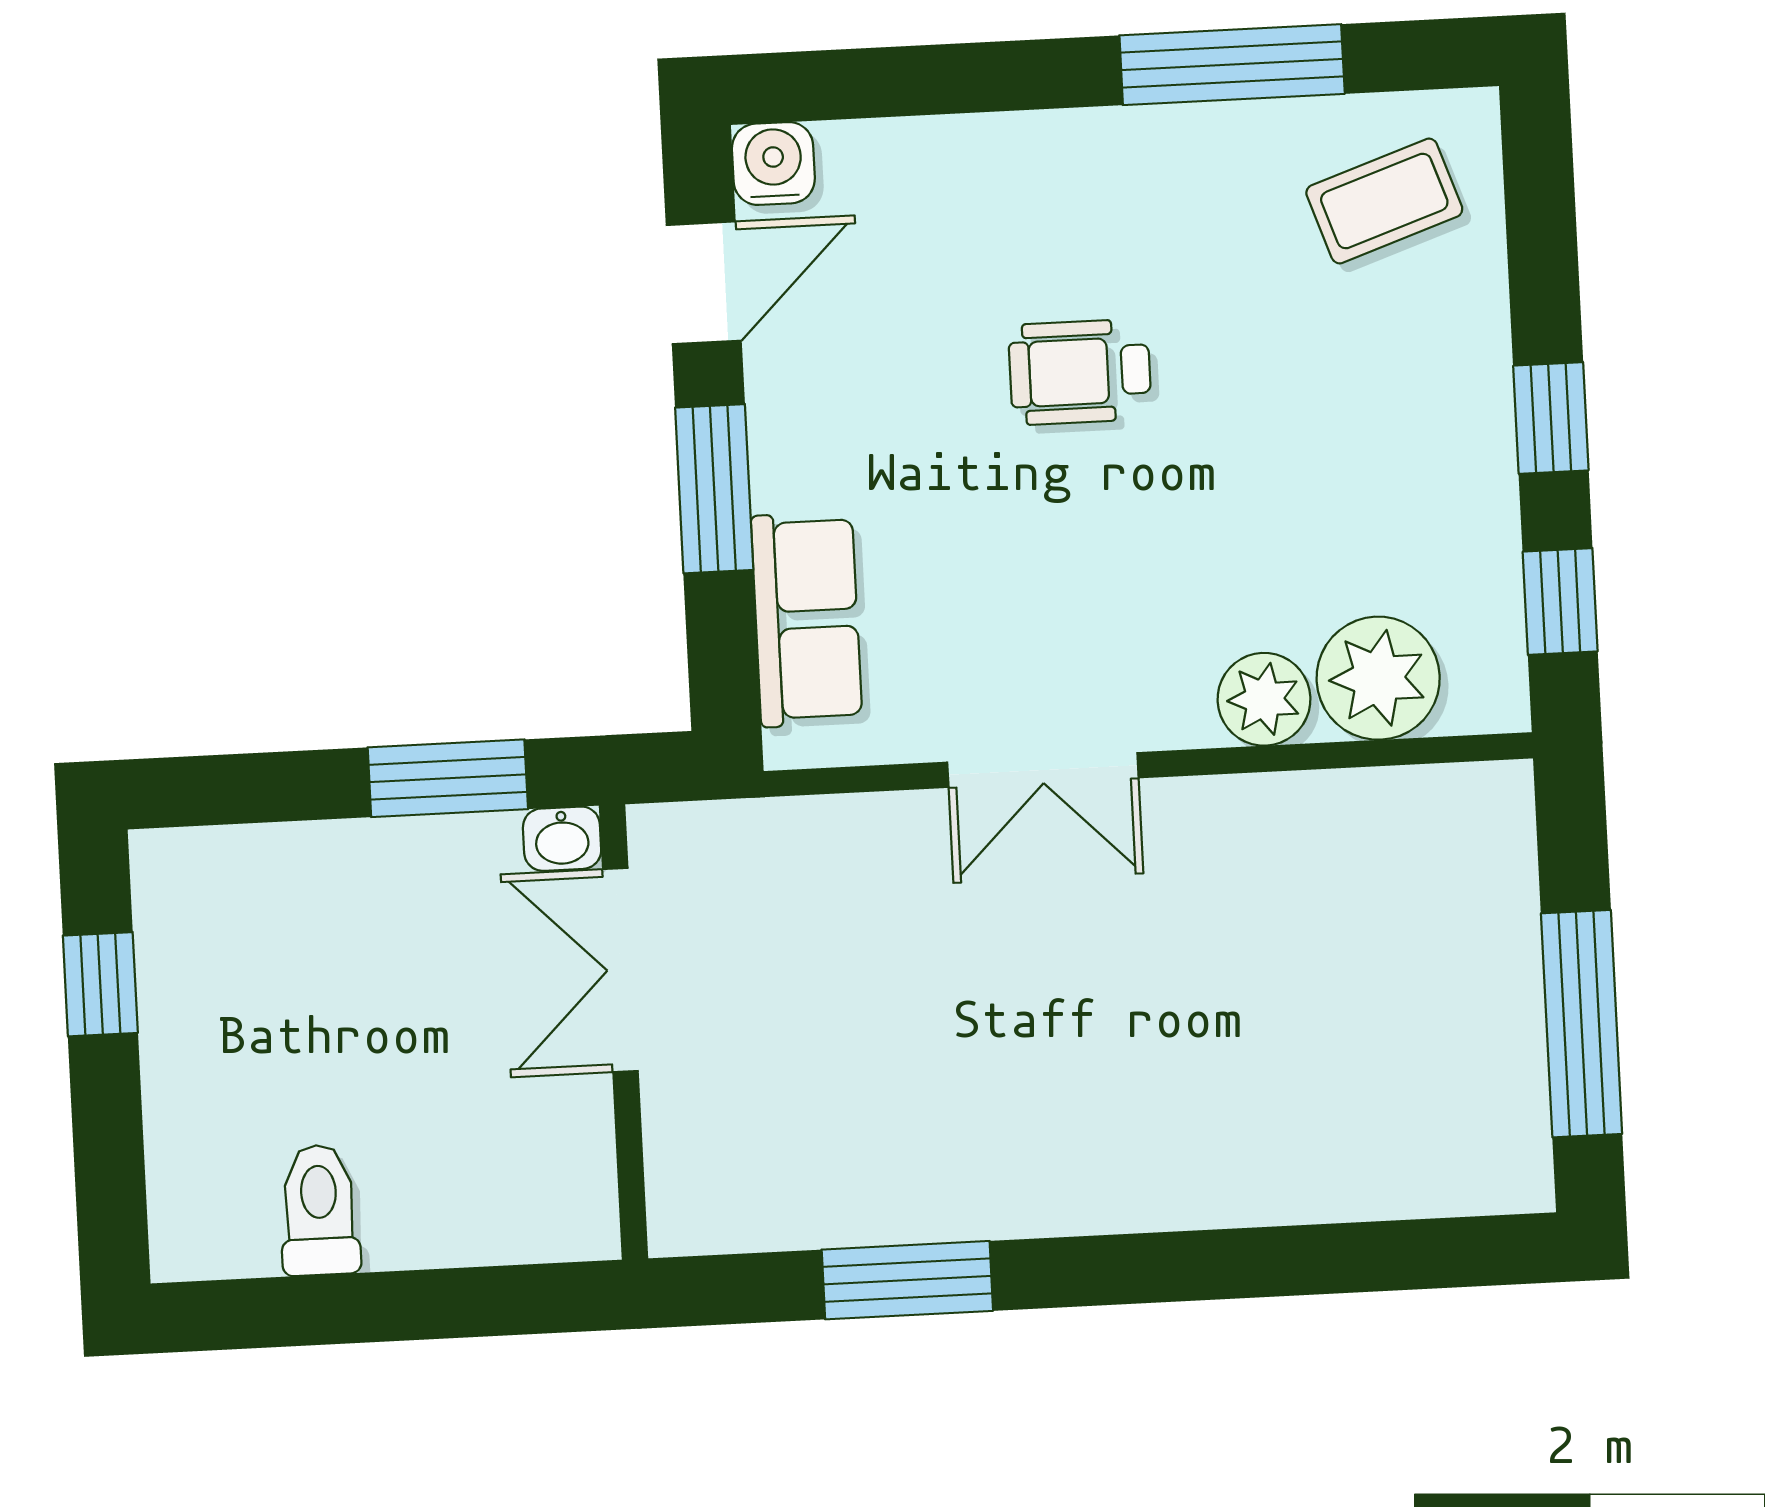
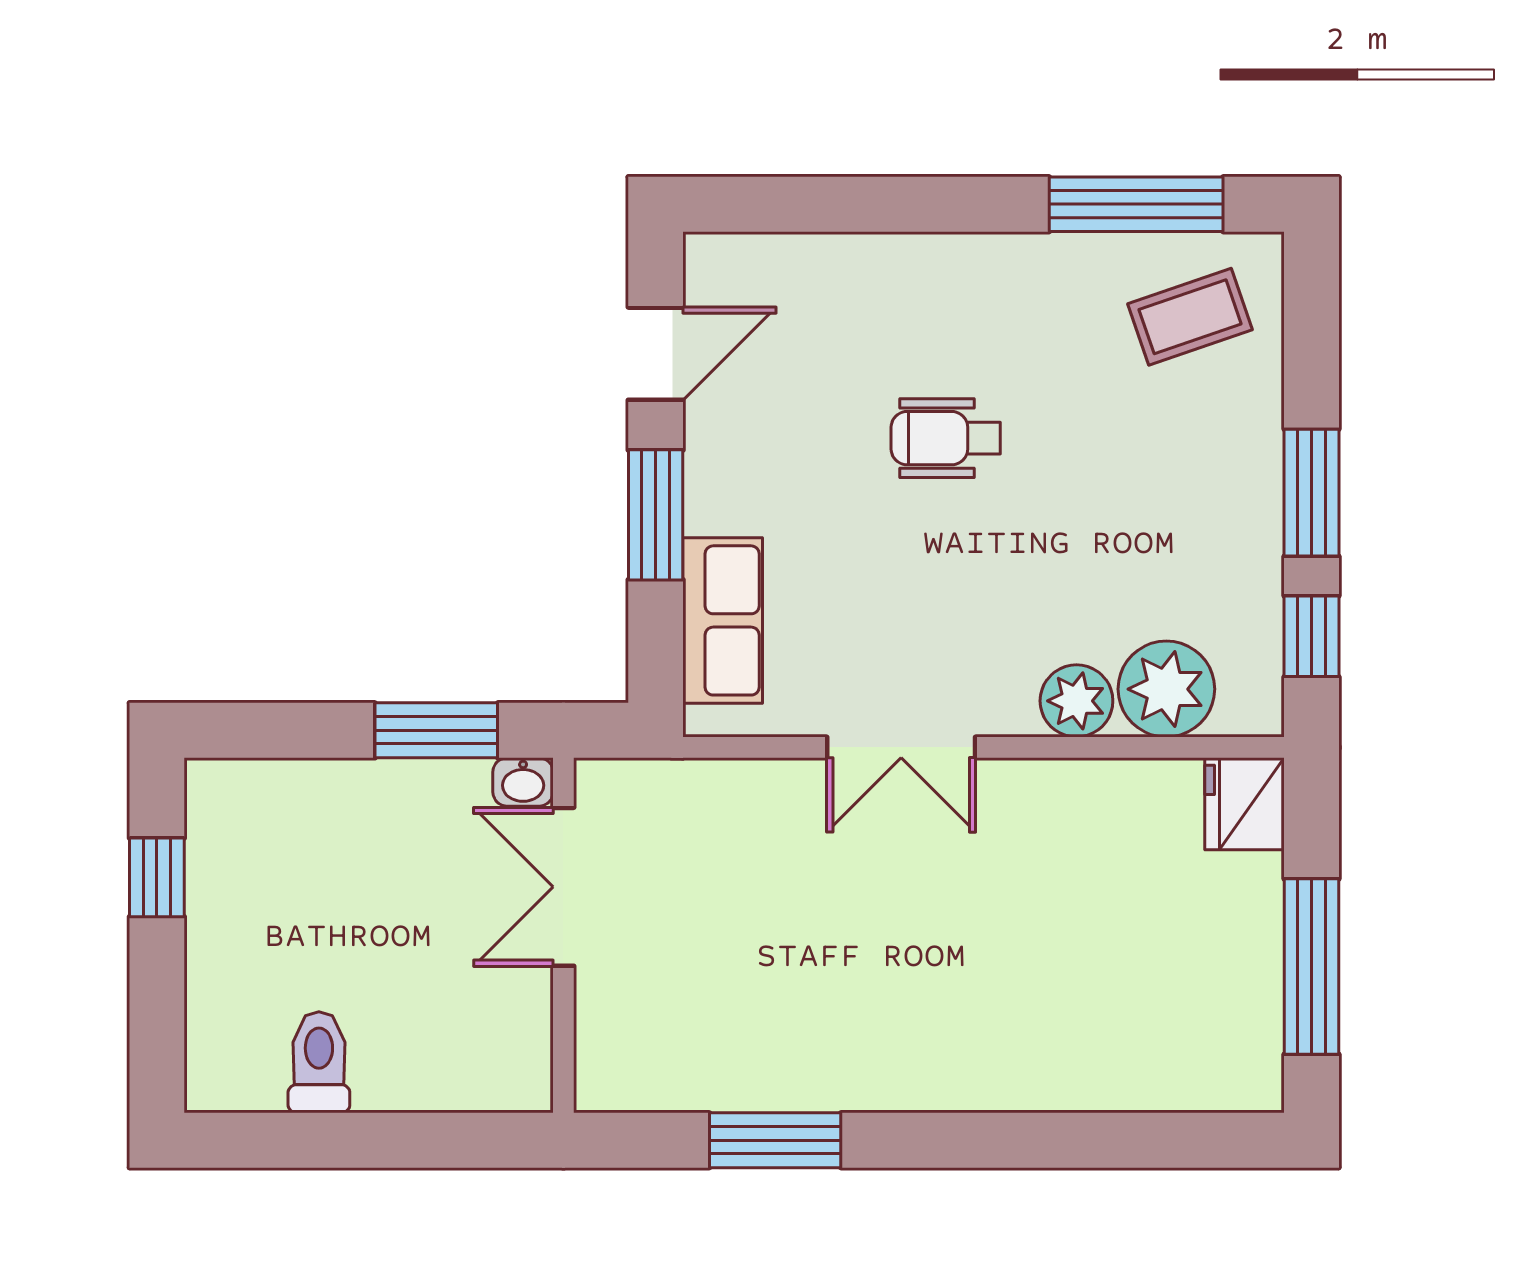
window: (1232, 65) -> (1136, 204), moved
water cooler: (773, 163) -> (715, 263), removed
window: (1551, 418) -> (1312, 493), width x1.50
fridge: (1485, 820) -> (1245, 804), added

